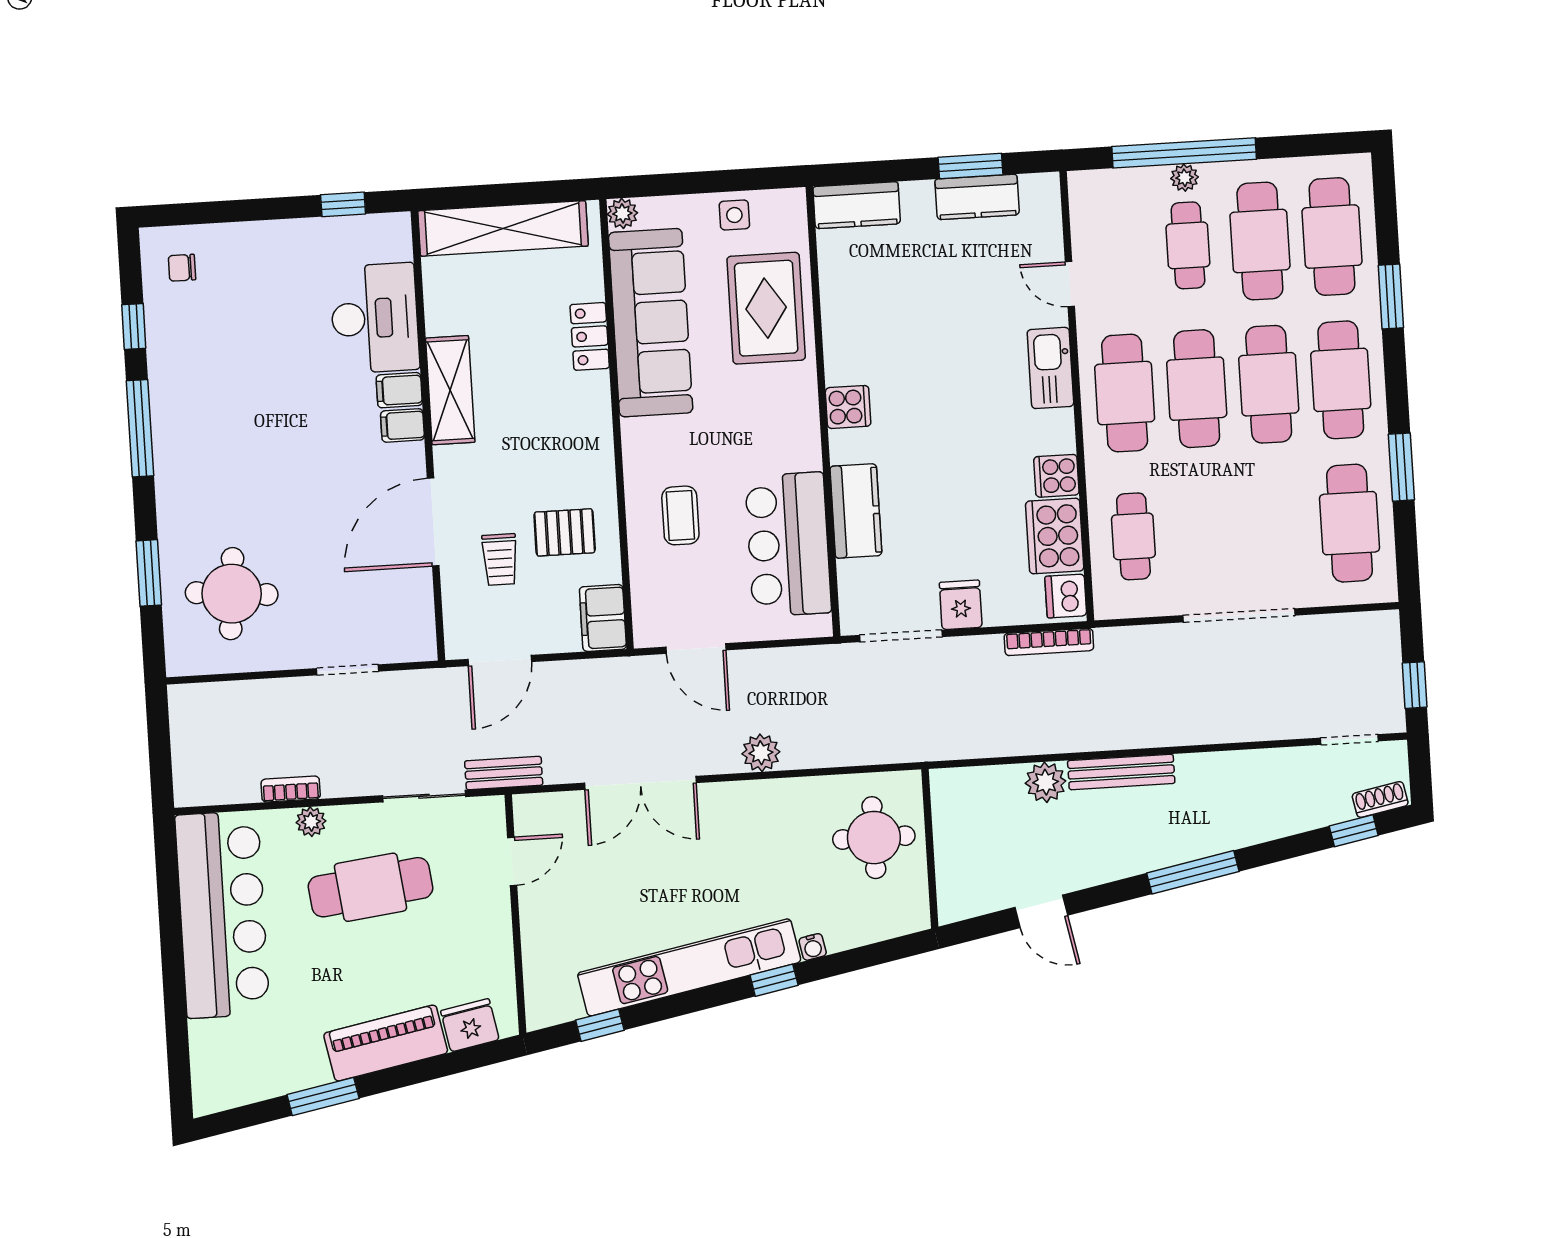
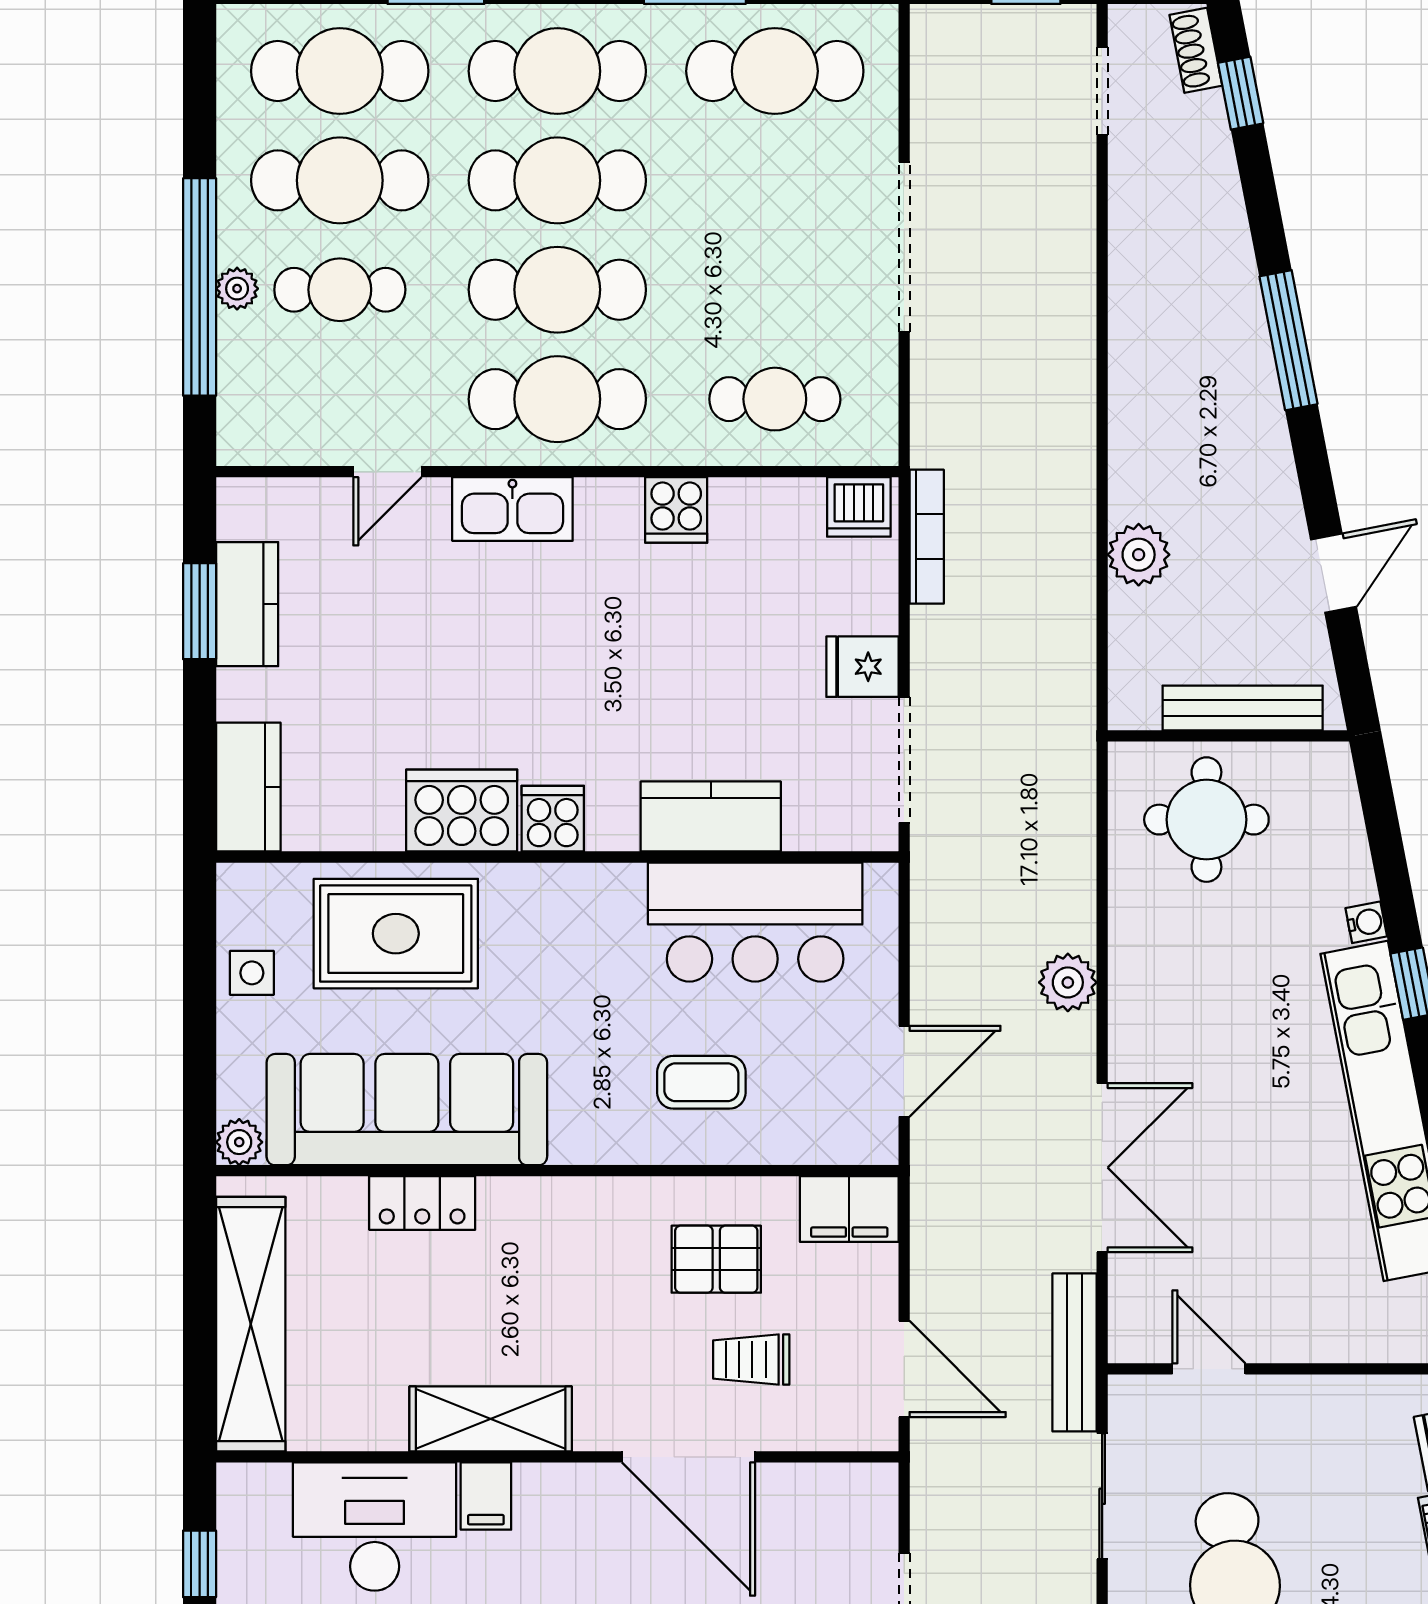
filing cabinet: (402, 425) -> (540, 1494), removed
pallet: (565, 532) -> (716, 1259), turned 90
cooker: (1055, 536) -> (462, 811), moved, turned 180
trolley: (500, 559) -> (751, 1359), turned 180
bench: (1121, 772) -> (1243, 708), moved, turned 90
bench: (504, 773) -> (1075, 1352), width x1.36

